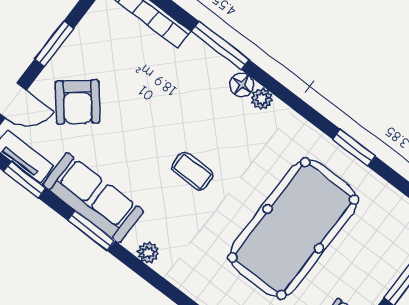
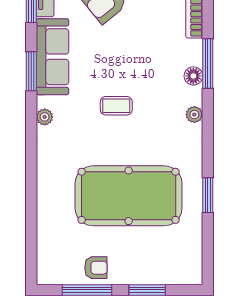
floor lamp: (242, 85) -> (193, 76), moved
coffee table: (192, 171) -> (116, 106), turned 90

